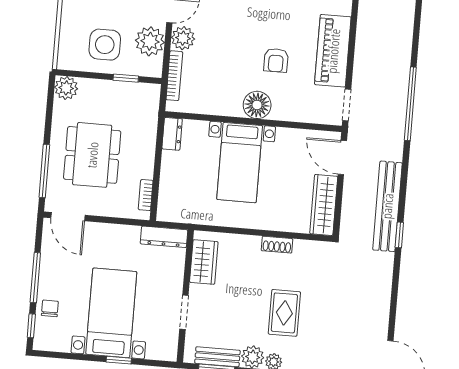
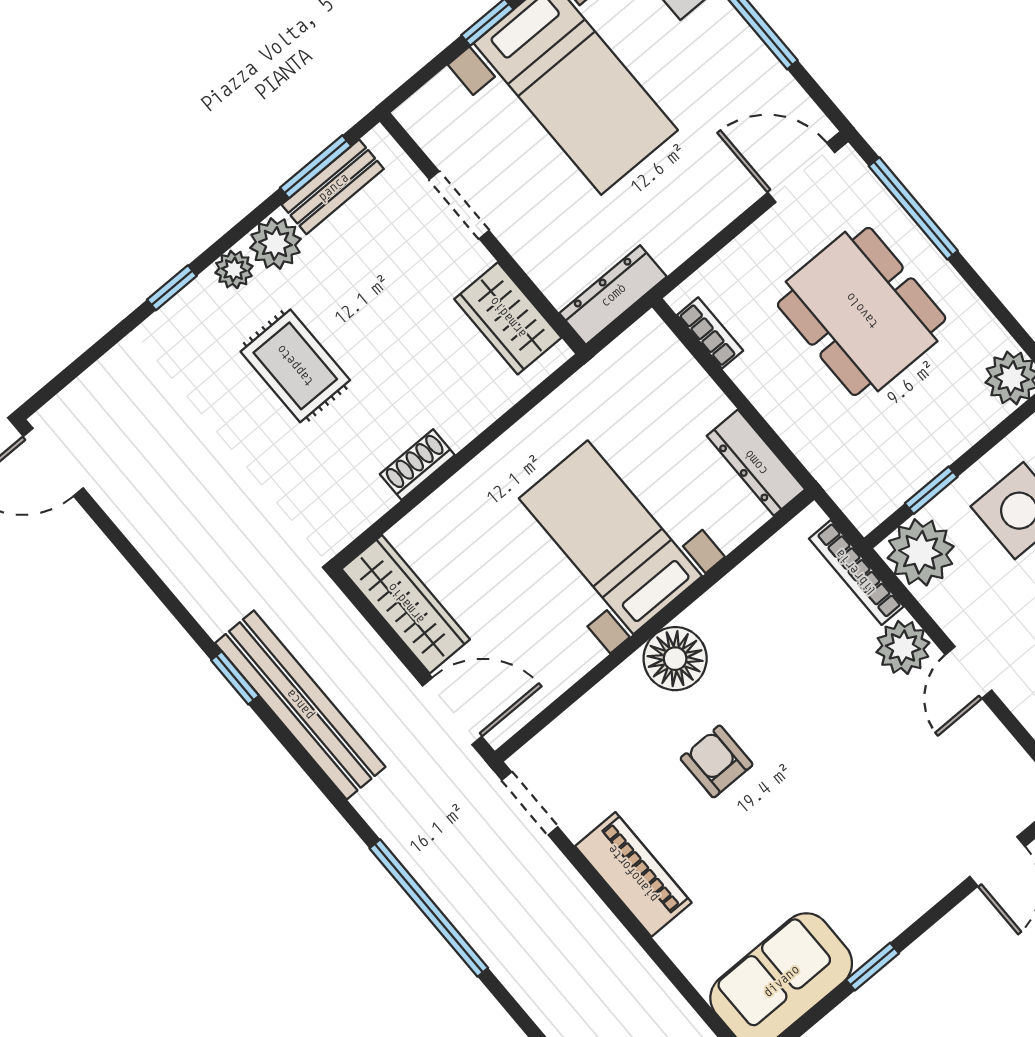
plant: (150, 41) -> (921, 552), moved
piano: (333, 51) -> (633, 874), width x0.73, depth x0.75
dresser: (172, 134) -> (756, 463), width x1.44

